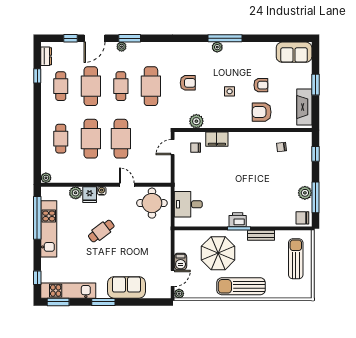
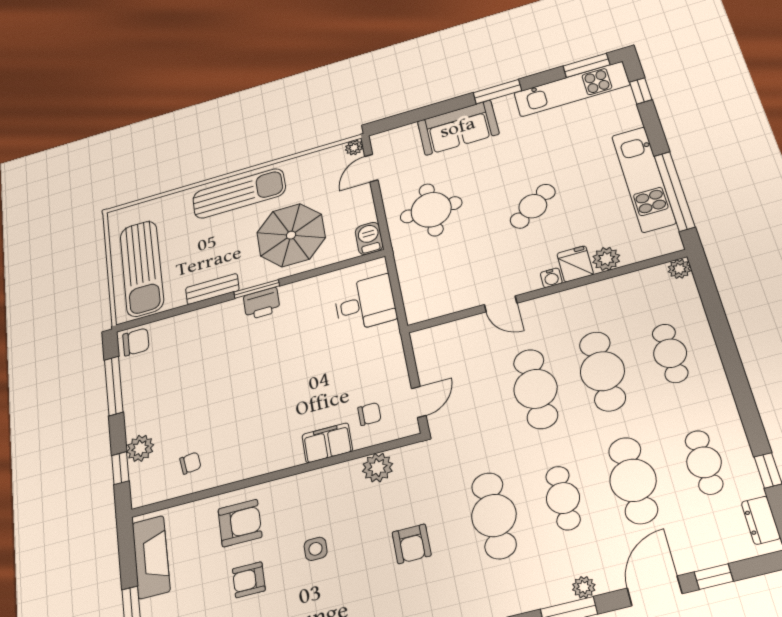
armchair: (188, 83) -> (412, 544), turned -90
plant: (305, 193) -> (140, 448), moved
round table: (152, 203) -> (431, 210), moved
sun lounger: (296, 259) -> (142, 268), width x1.36, depth x1.34
barbecue: (181, 262) -> (369, 238), moved

